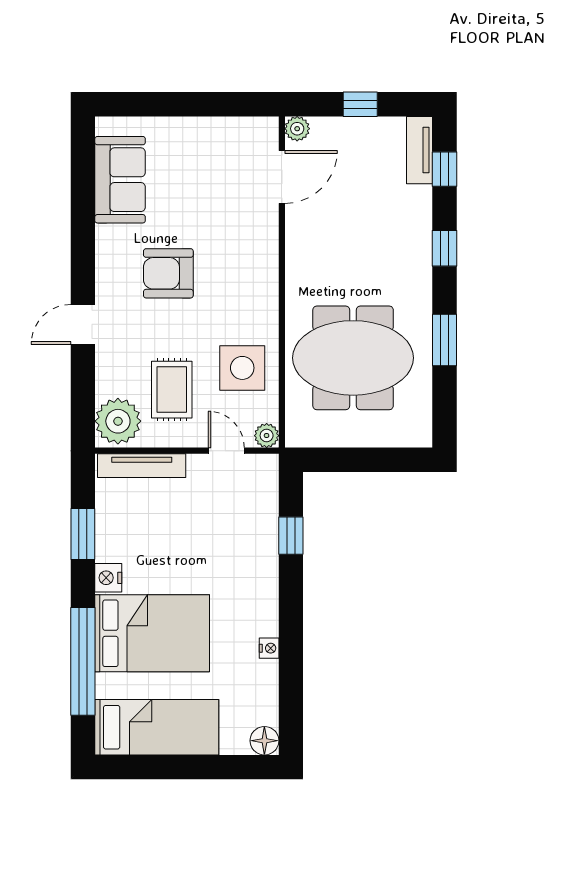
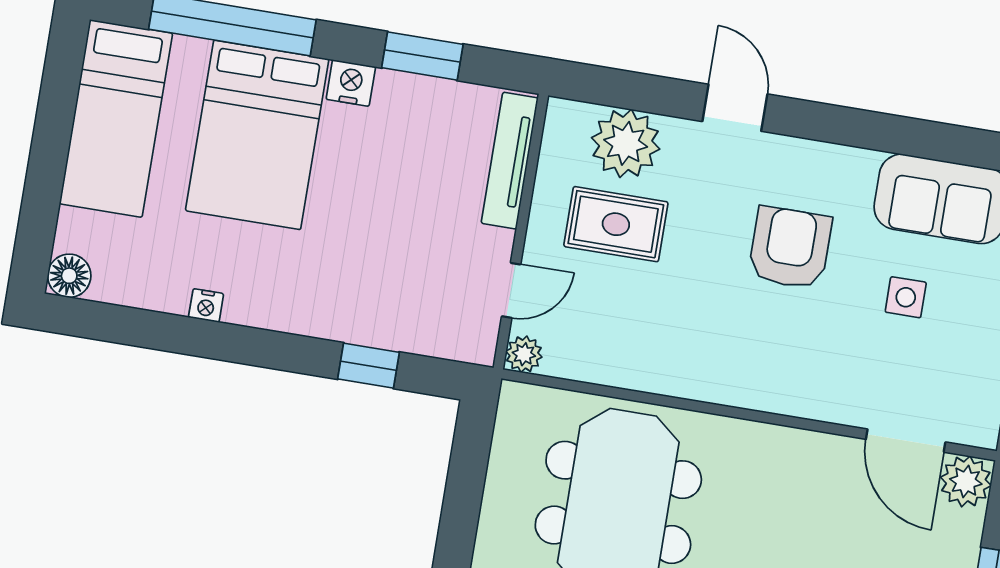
plant: (297, 129) -> (966, 481), width x1.38, depth x1.38
side table: (242, 368) -> (906, 297), moved, width x0.54, depth x0.54
plant: (118, 421) -> (626, 143), moved

